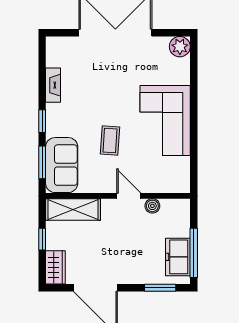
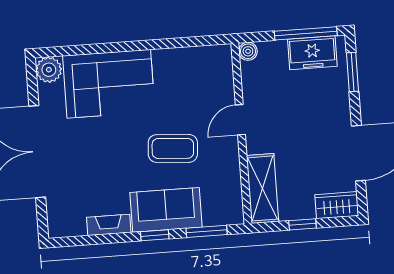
corner sofa: (165, 120) -> (109, 84), moved
coffee table: (110, 141) -> (173, 148), width x1.36, depth x1.30
sofa: (62, 165) -> (166, 210), moved
boiler: (152, 206) -> (248, 51), moved

